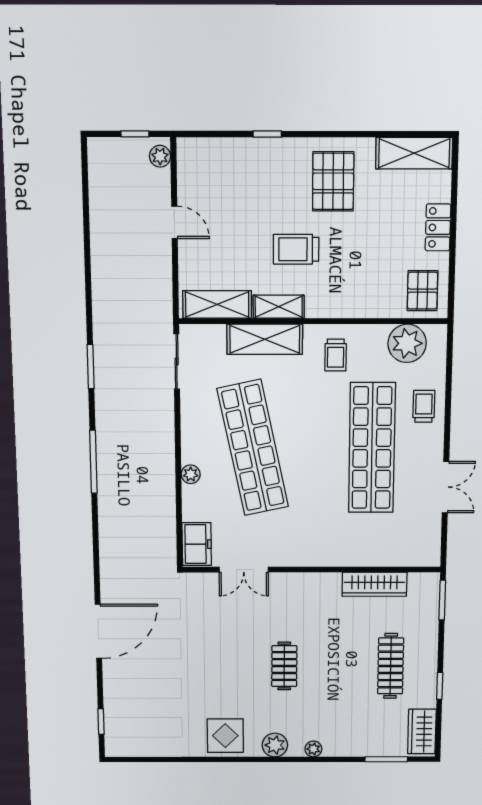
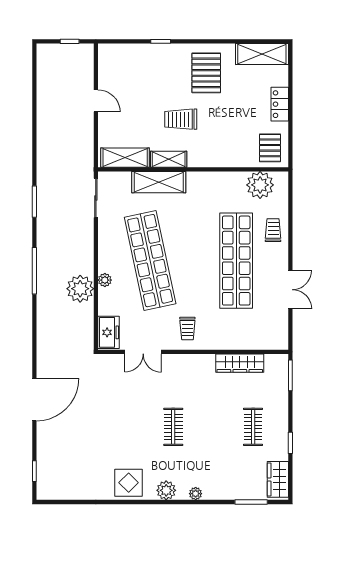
plant: (160, 156) -> (80, 289), moved, width x1.88, depth x1.88
trolley: (336, 355) -> (187, 329), moved
clothes rail: (391, 666) -> (253, 427), width x0.73

